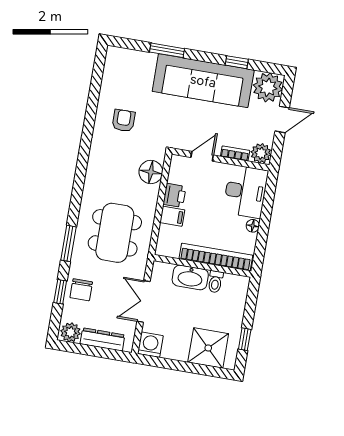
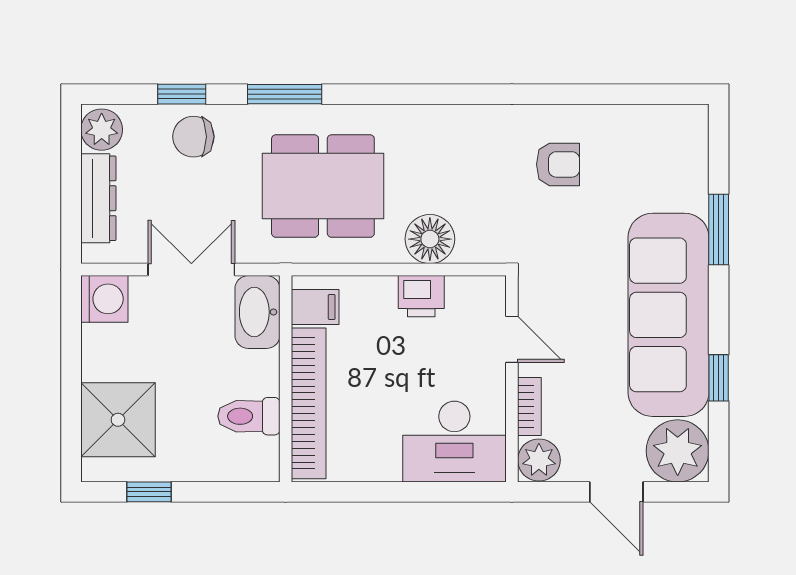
floor lamp: (151, 172) -> (430, 239), moved
filing cabinet: (172, 216) -> (315, 307), moved, turned -90
floor lamp: (253, 226) -> (386, 469), removed
washbasin: (190, 277) -> (257, 312), moved
toilet: (215, 282) -> (249, 416), width x1.37, depth x1.39

